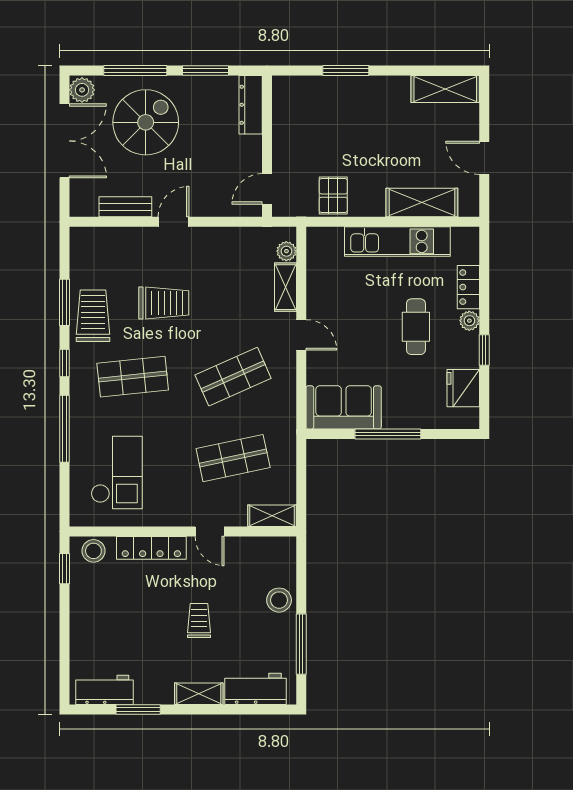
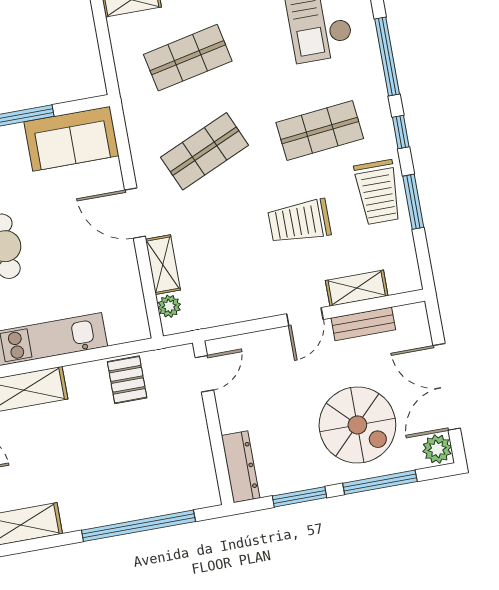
window: (346, 70) -> (138, 526), width x2.11
spiral stairs: (146, 122) -> (357, 425), turned -90
shelving: (125, 238) -> (357, 288), added
door: (301, 335) -> (135, 213), width x1.38

